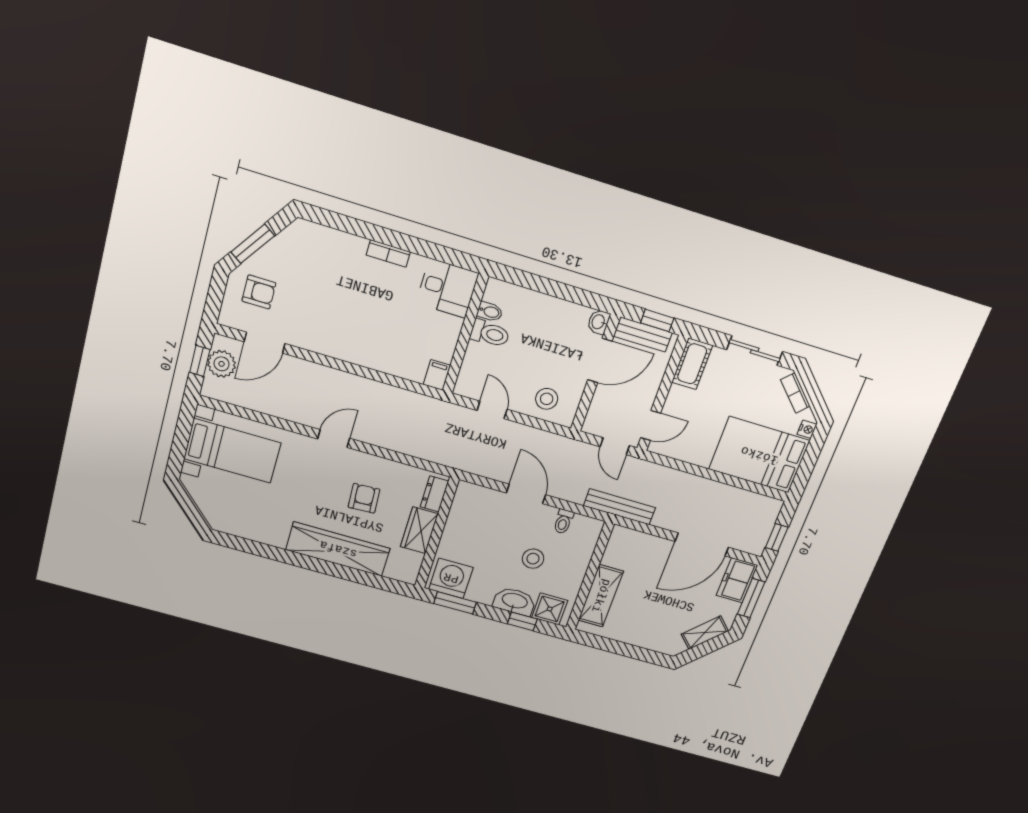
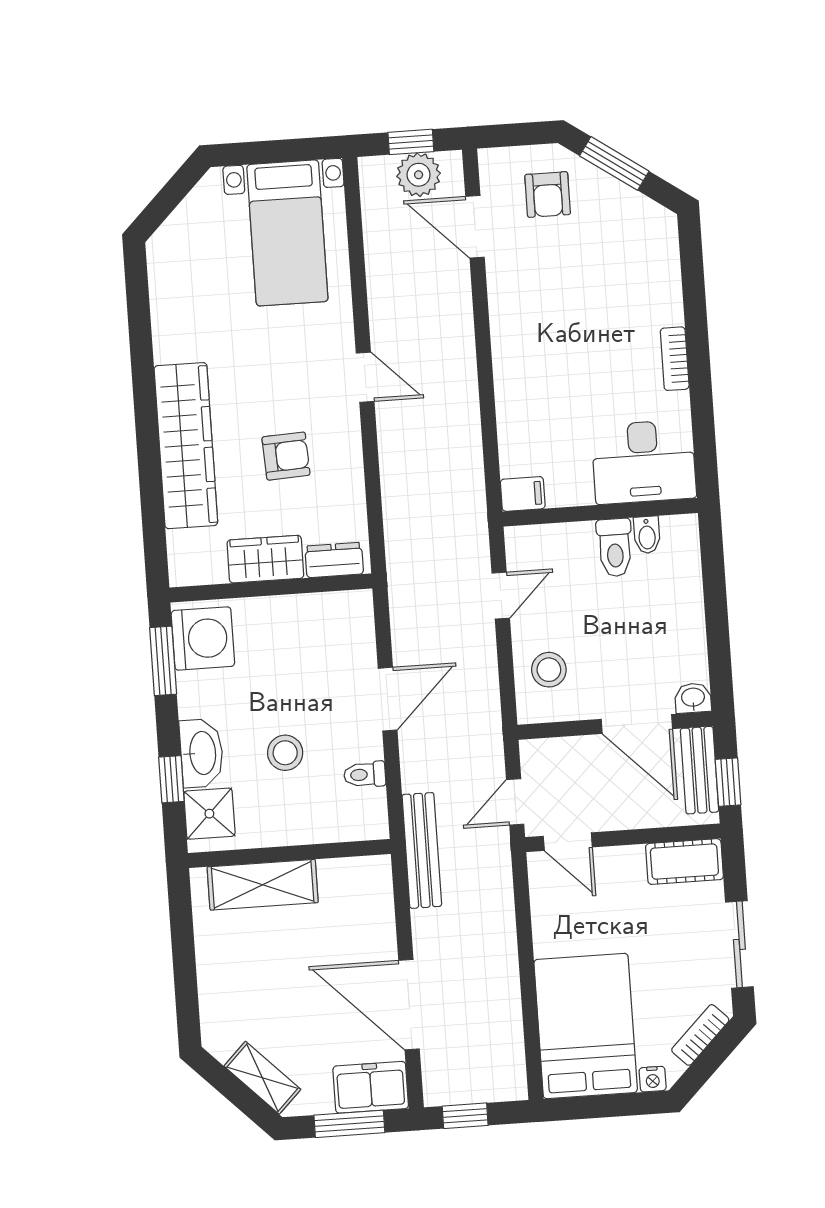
desk: (447, 288) -> (644, 462), width x1.37

